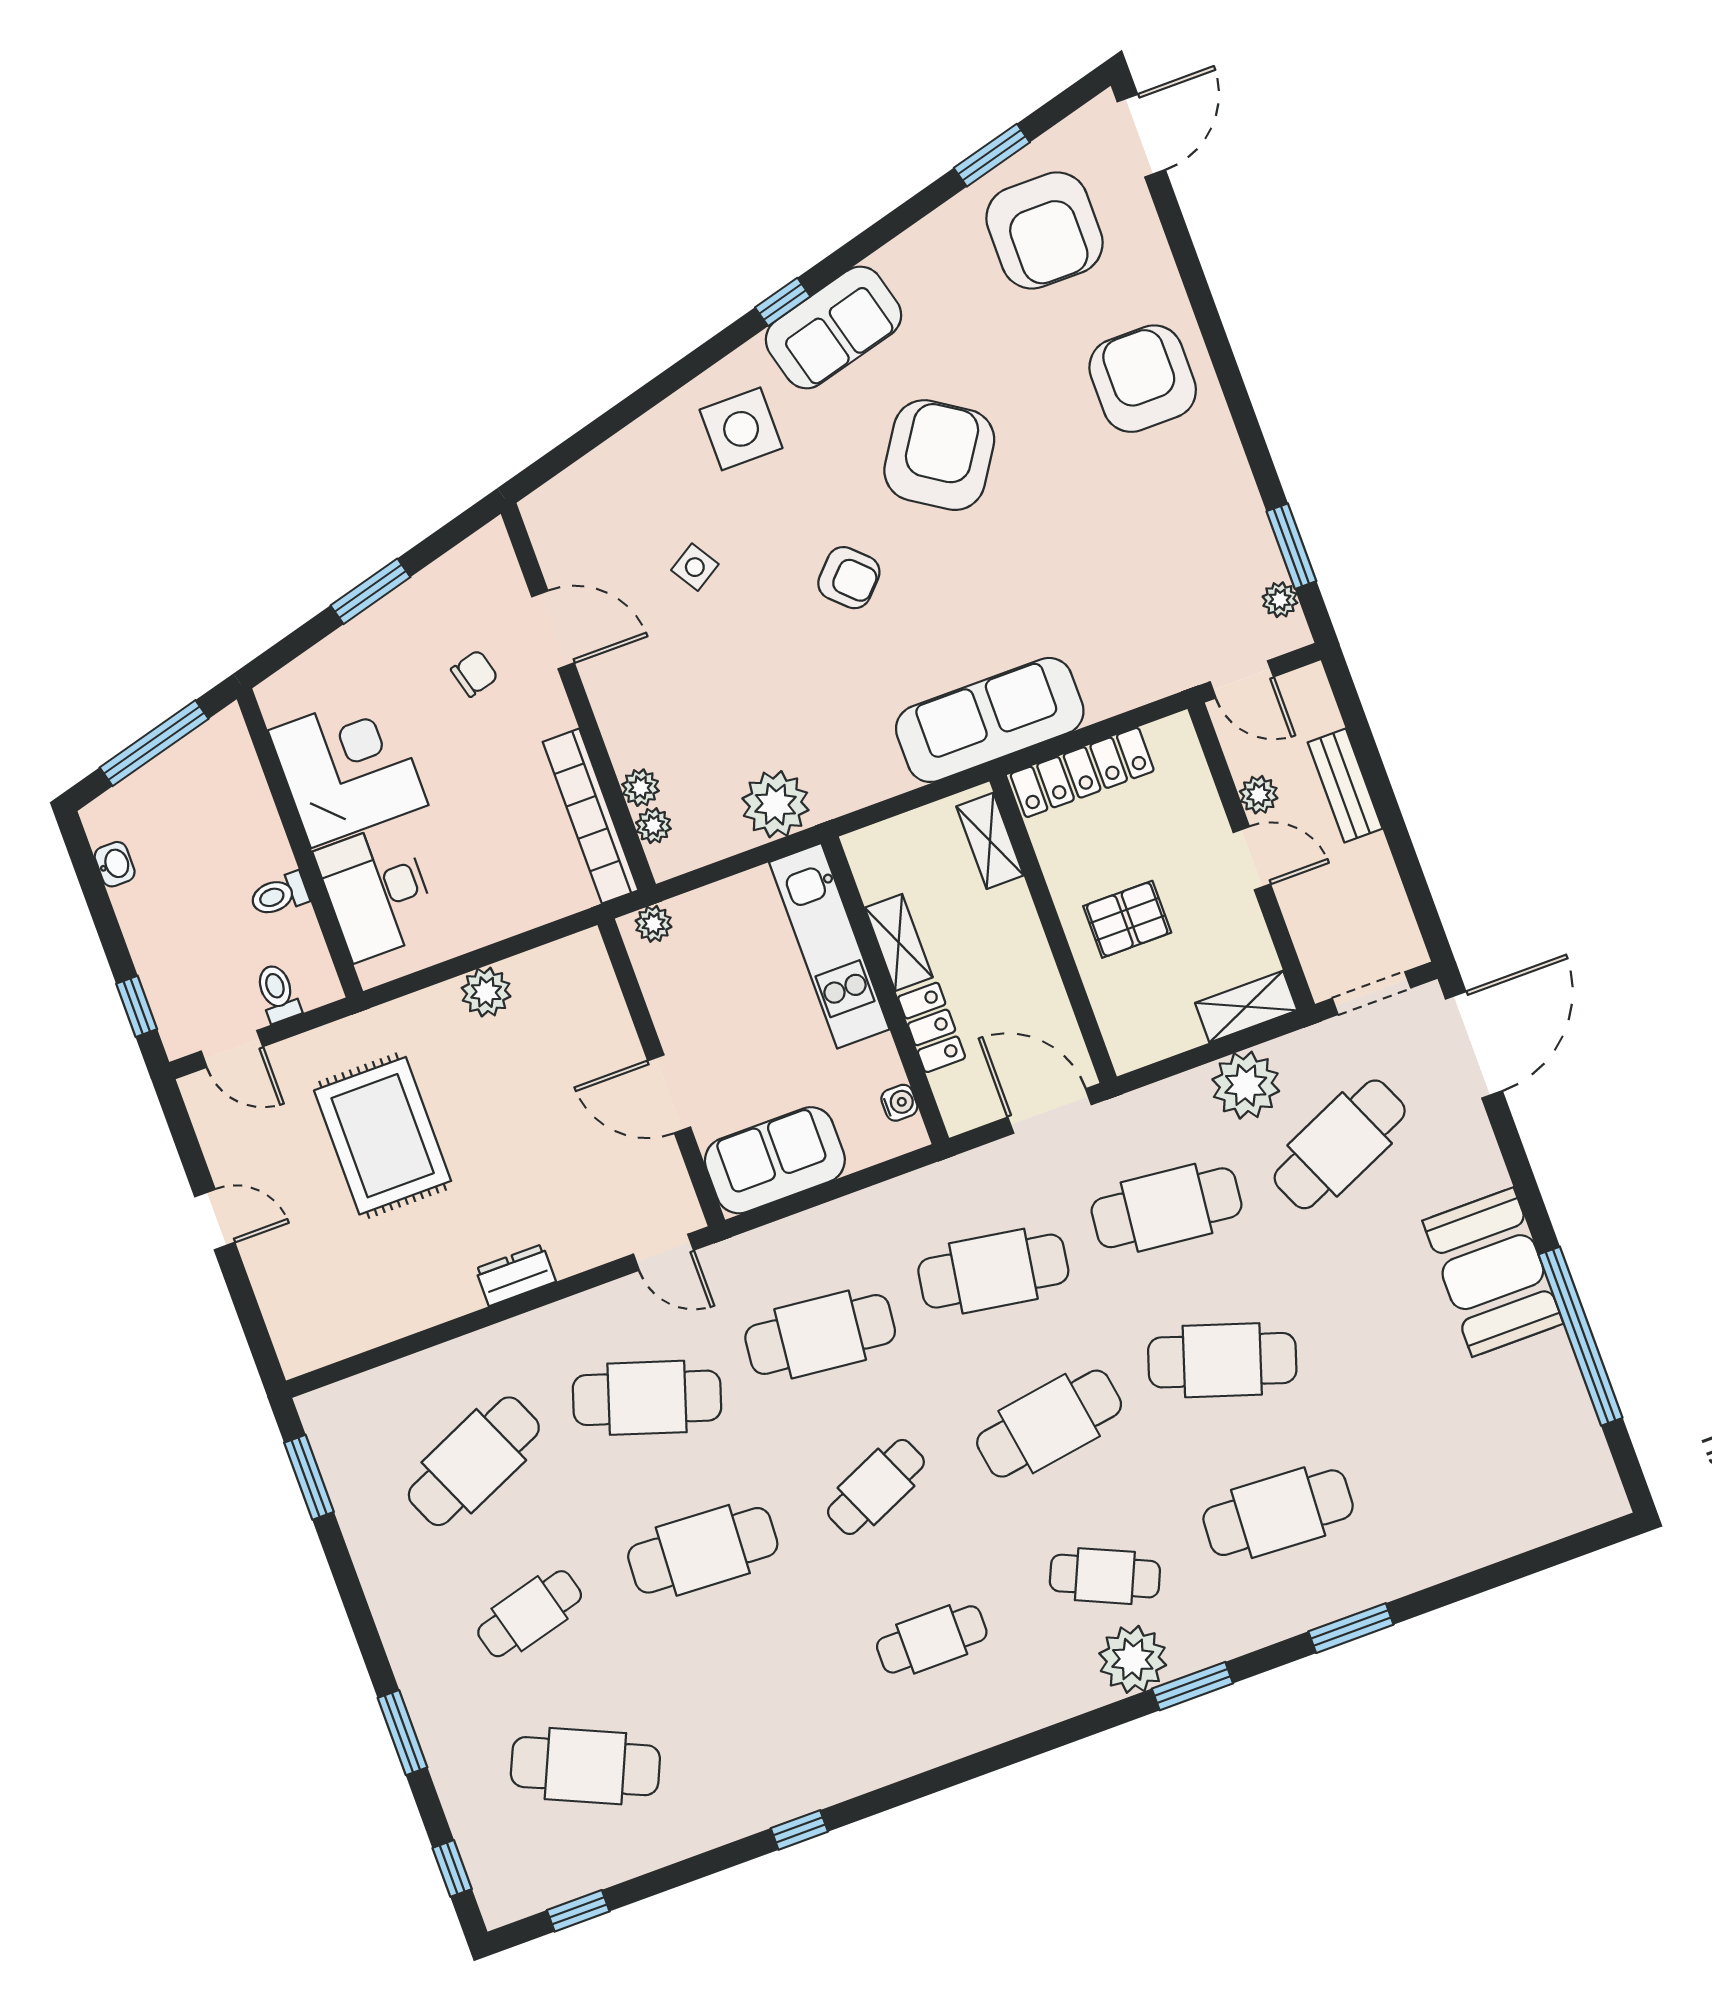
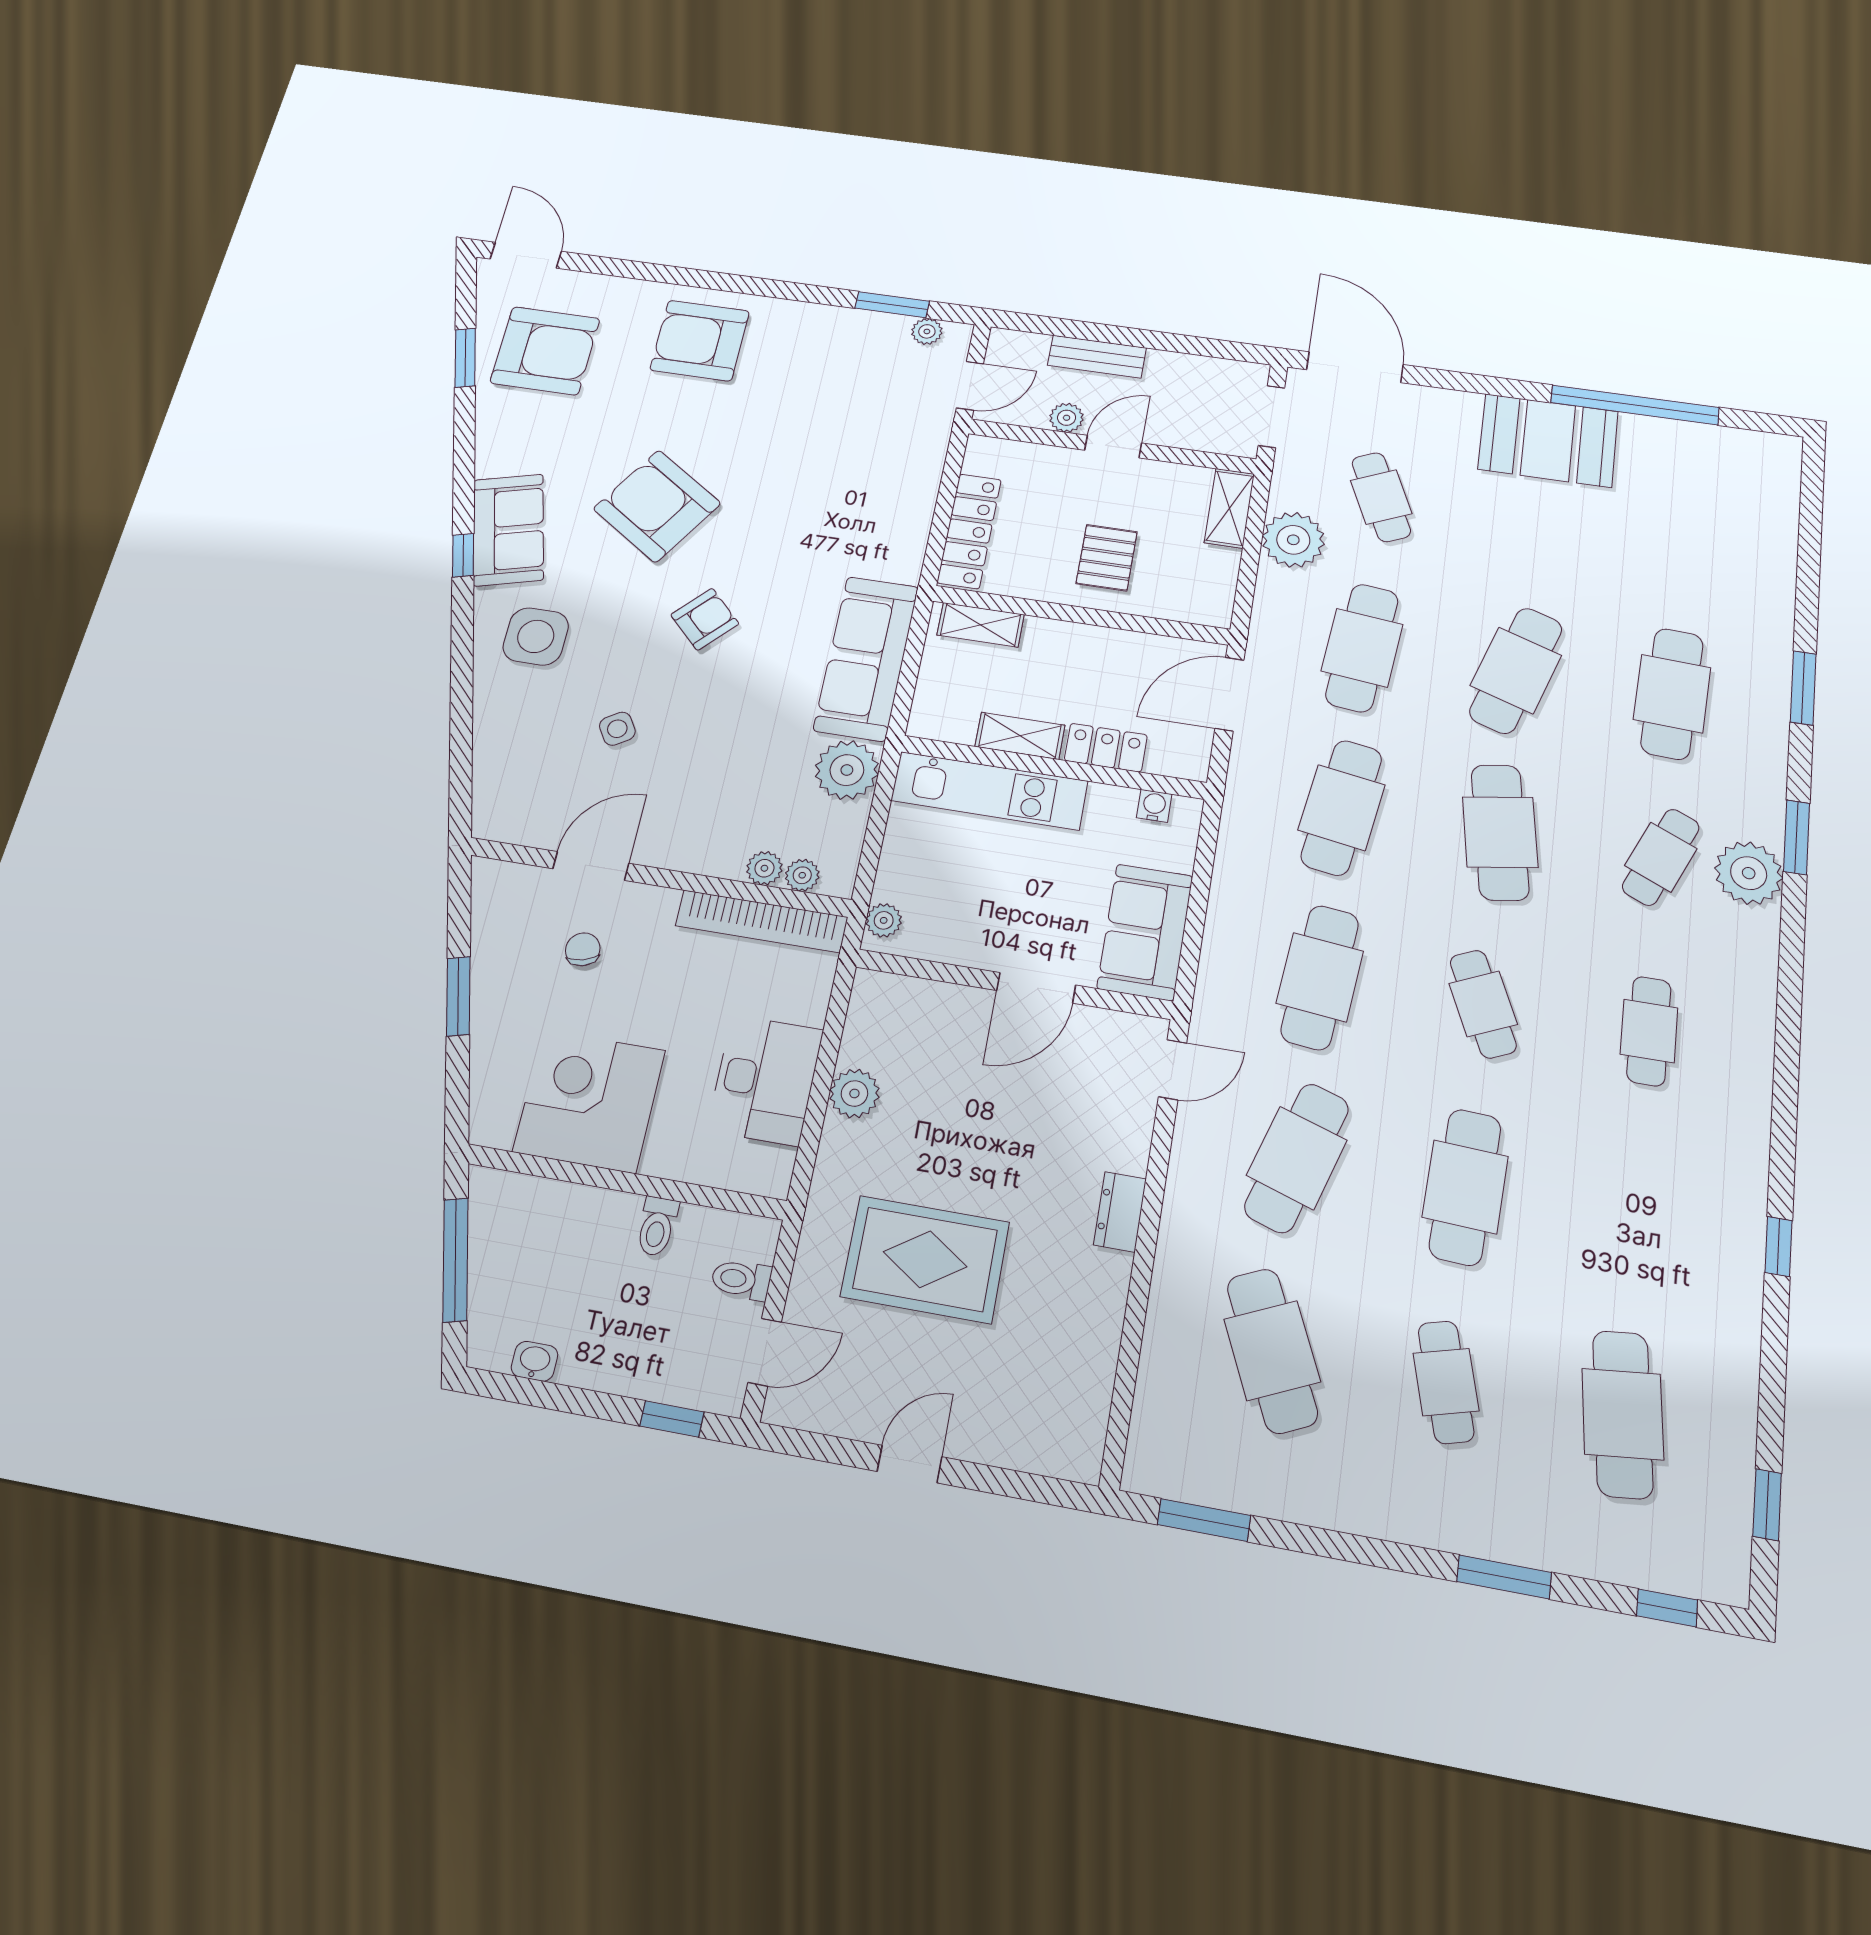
sofa: (990, 720) -> (866, 658), moved
desk: (377, 892) -> (765, 1080), moved, turned -90
cafe table: (1340, 1144) -> (1381, 497), width x0.73, depth x0.74
cafe table: (585, 1766) -> (1623, 1414), turned -30

